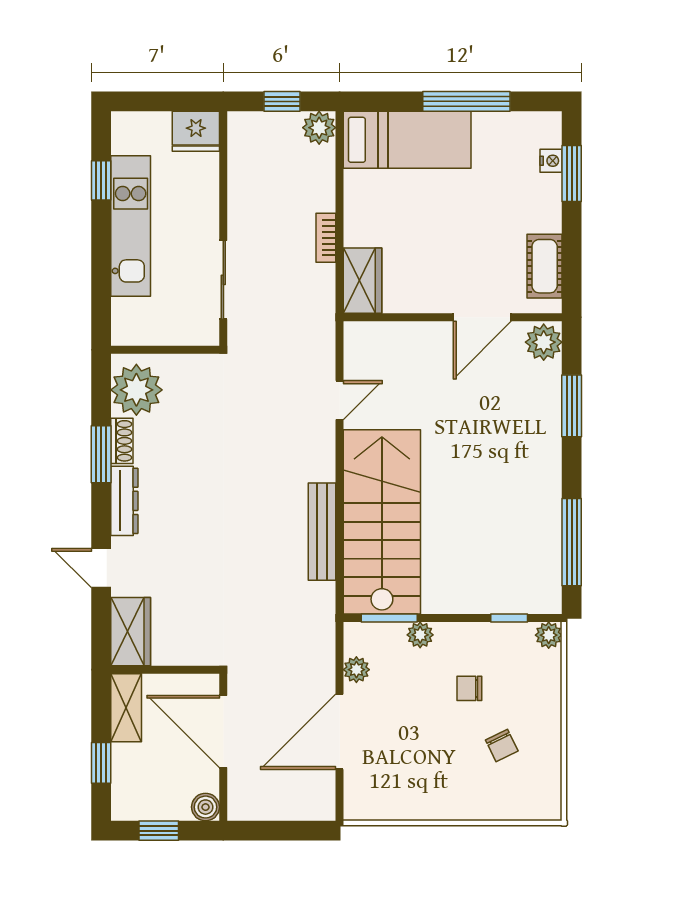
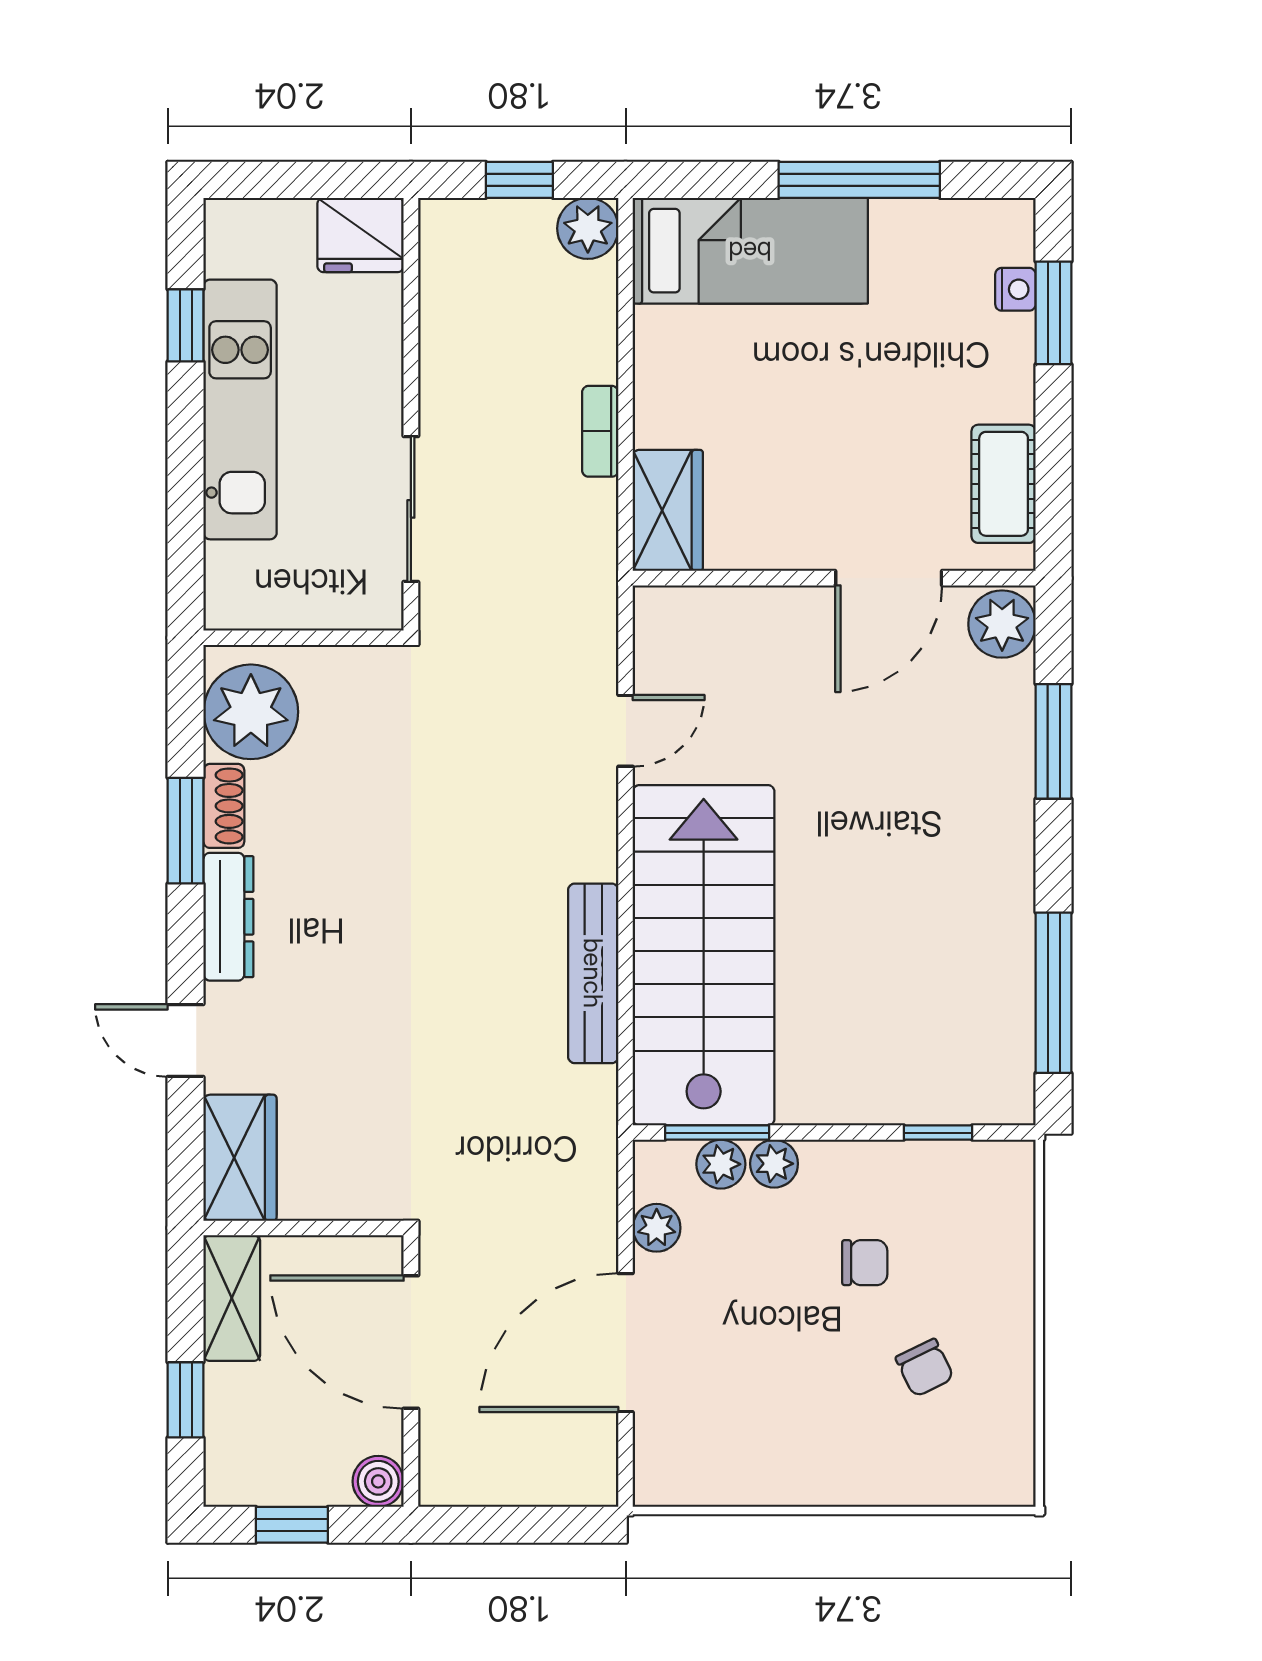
plant: (549, 635) -> (721, 1164), moved
chair: (469, 688) -> (865, 1263), turned 180

